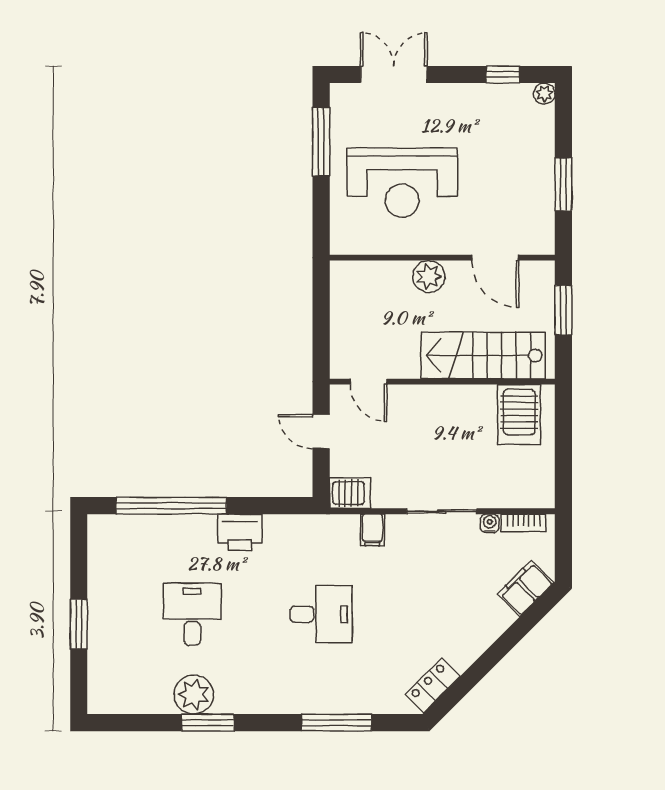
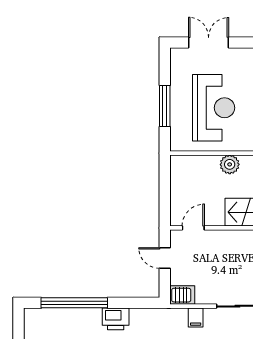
window: (321, 142) -> (165, 106), moved
reception desk: (402, 183) -> (214, 108), turned -90
door: (368, 382) -> (193, 228), swing flipped

